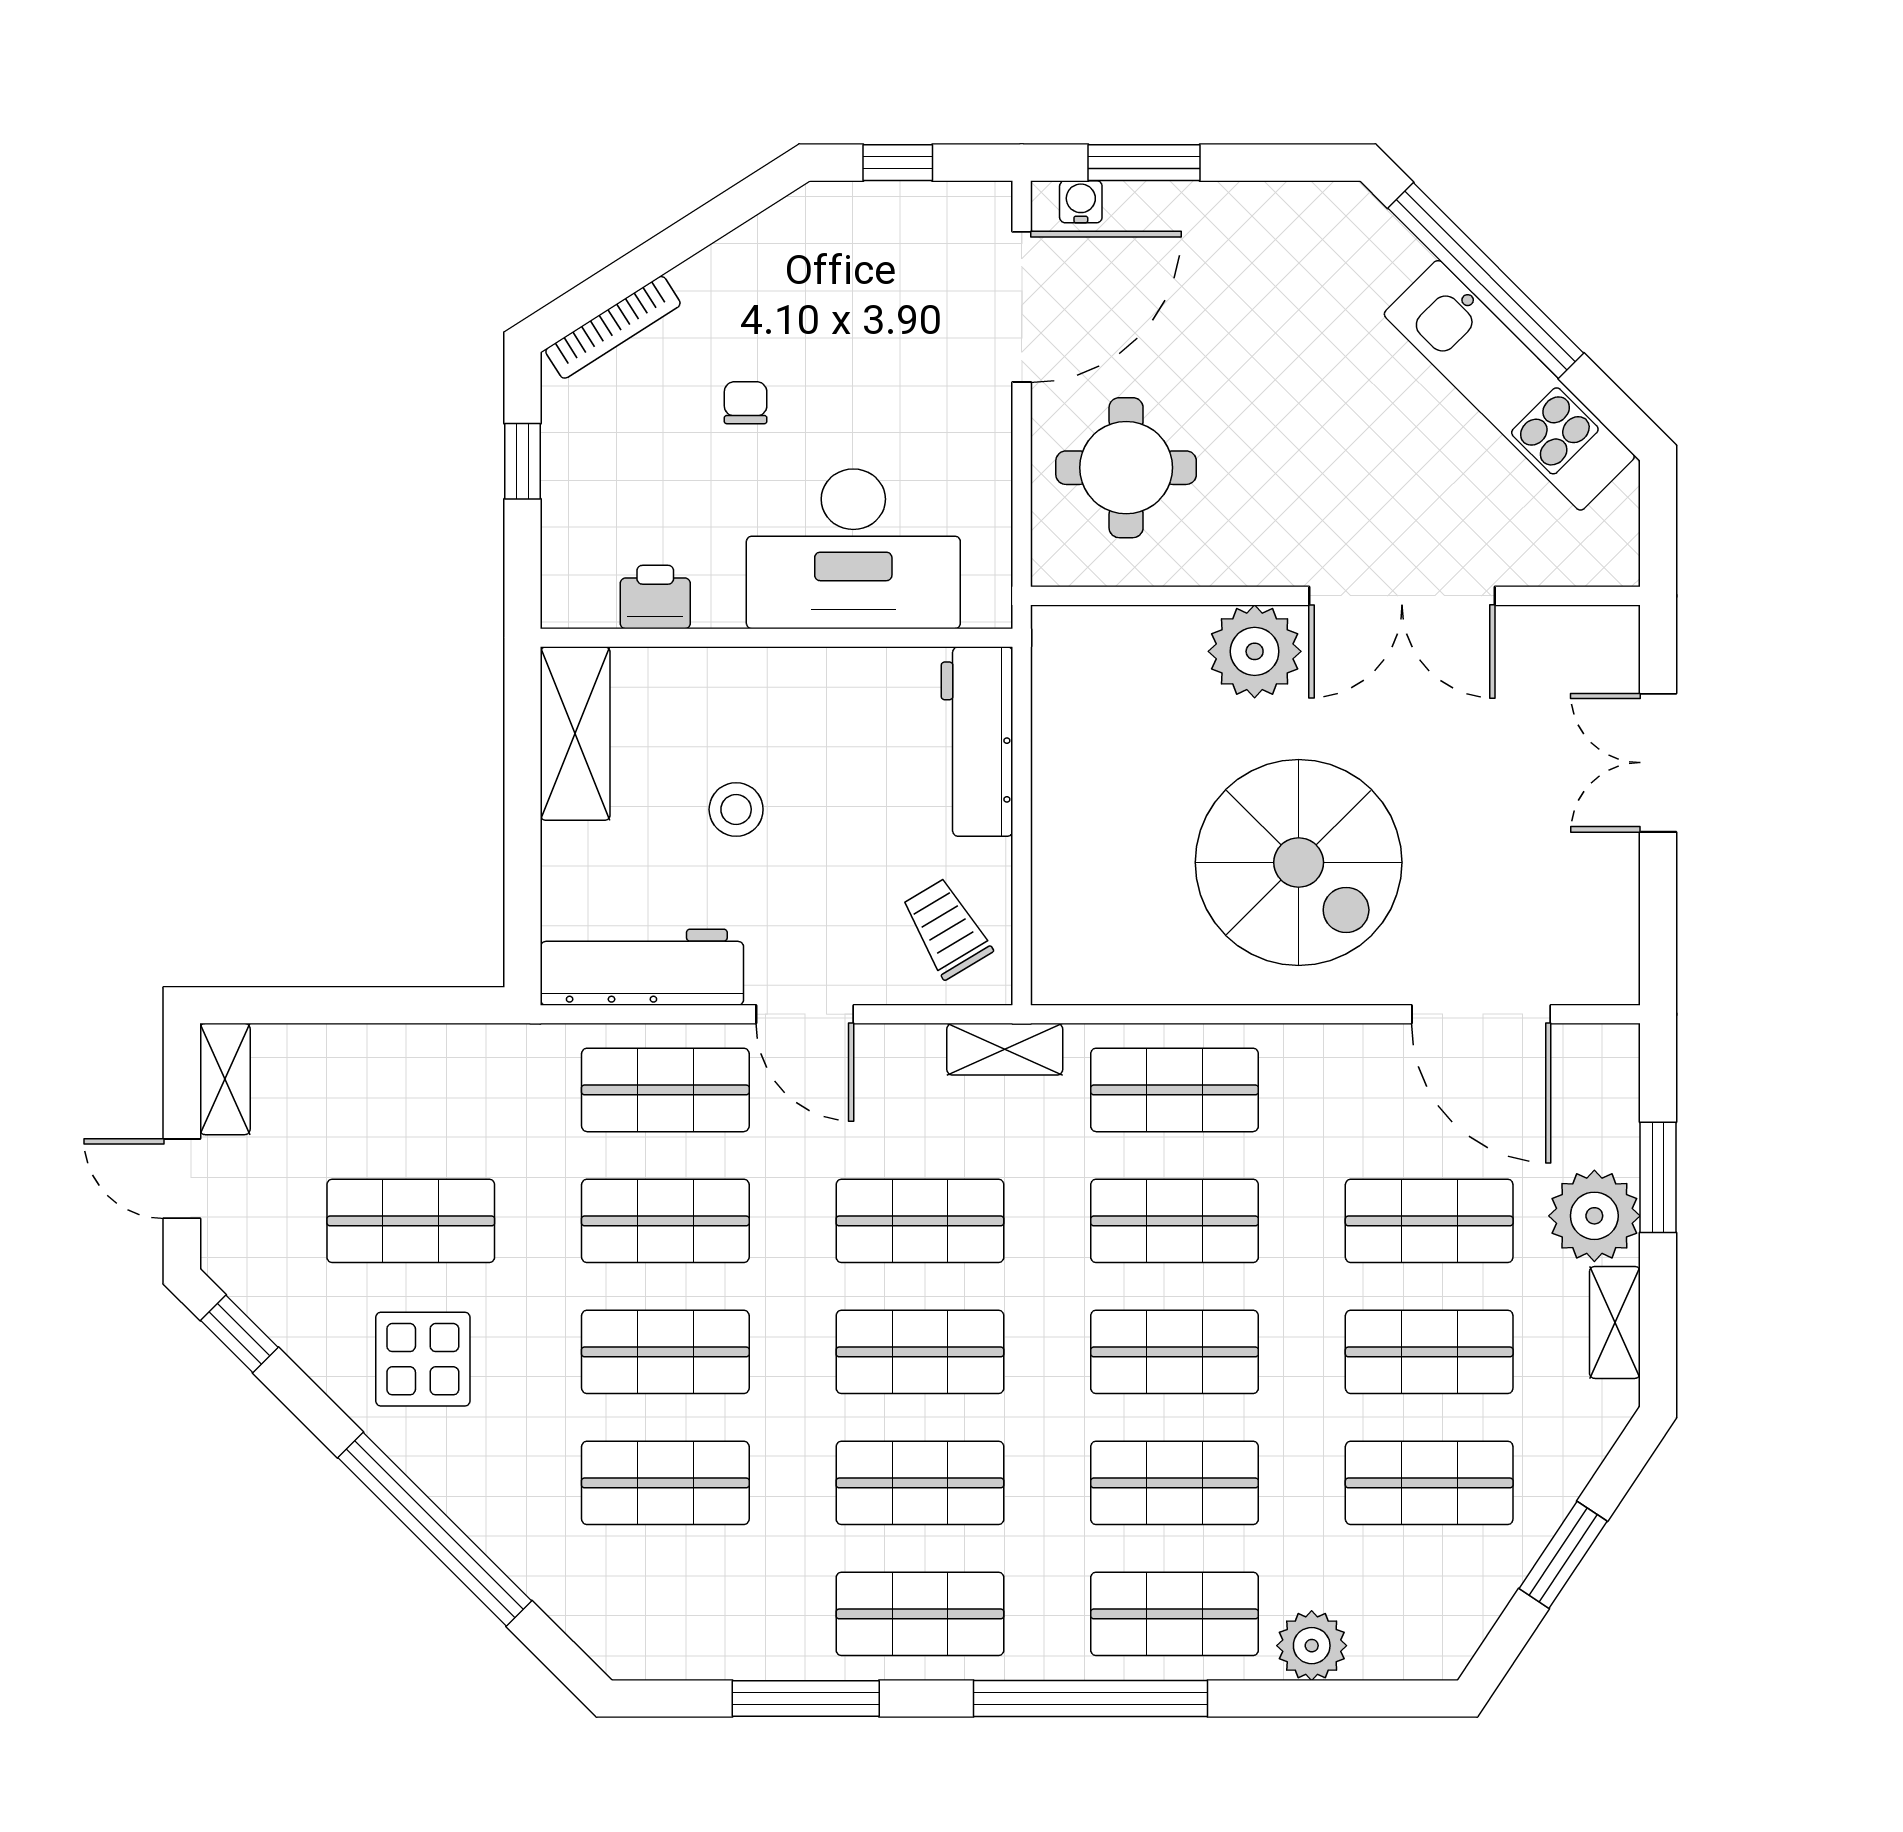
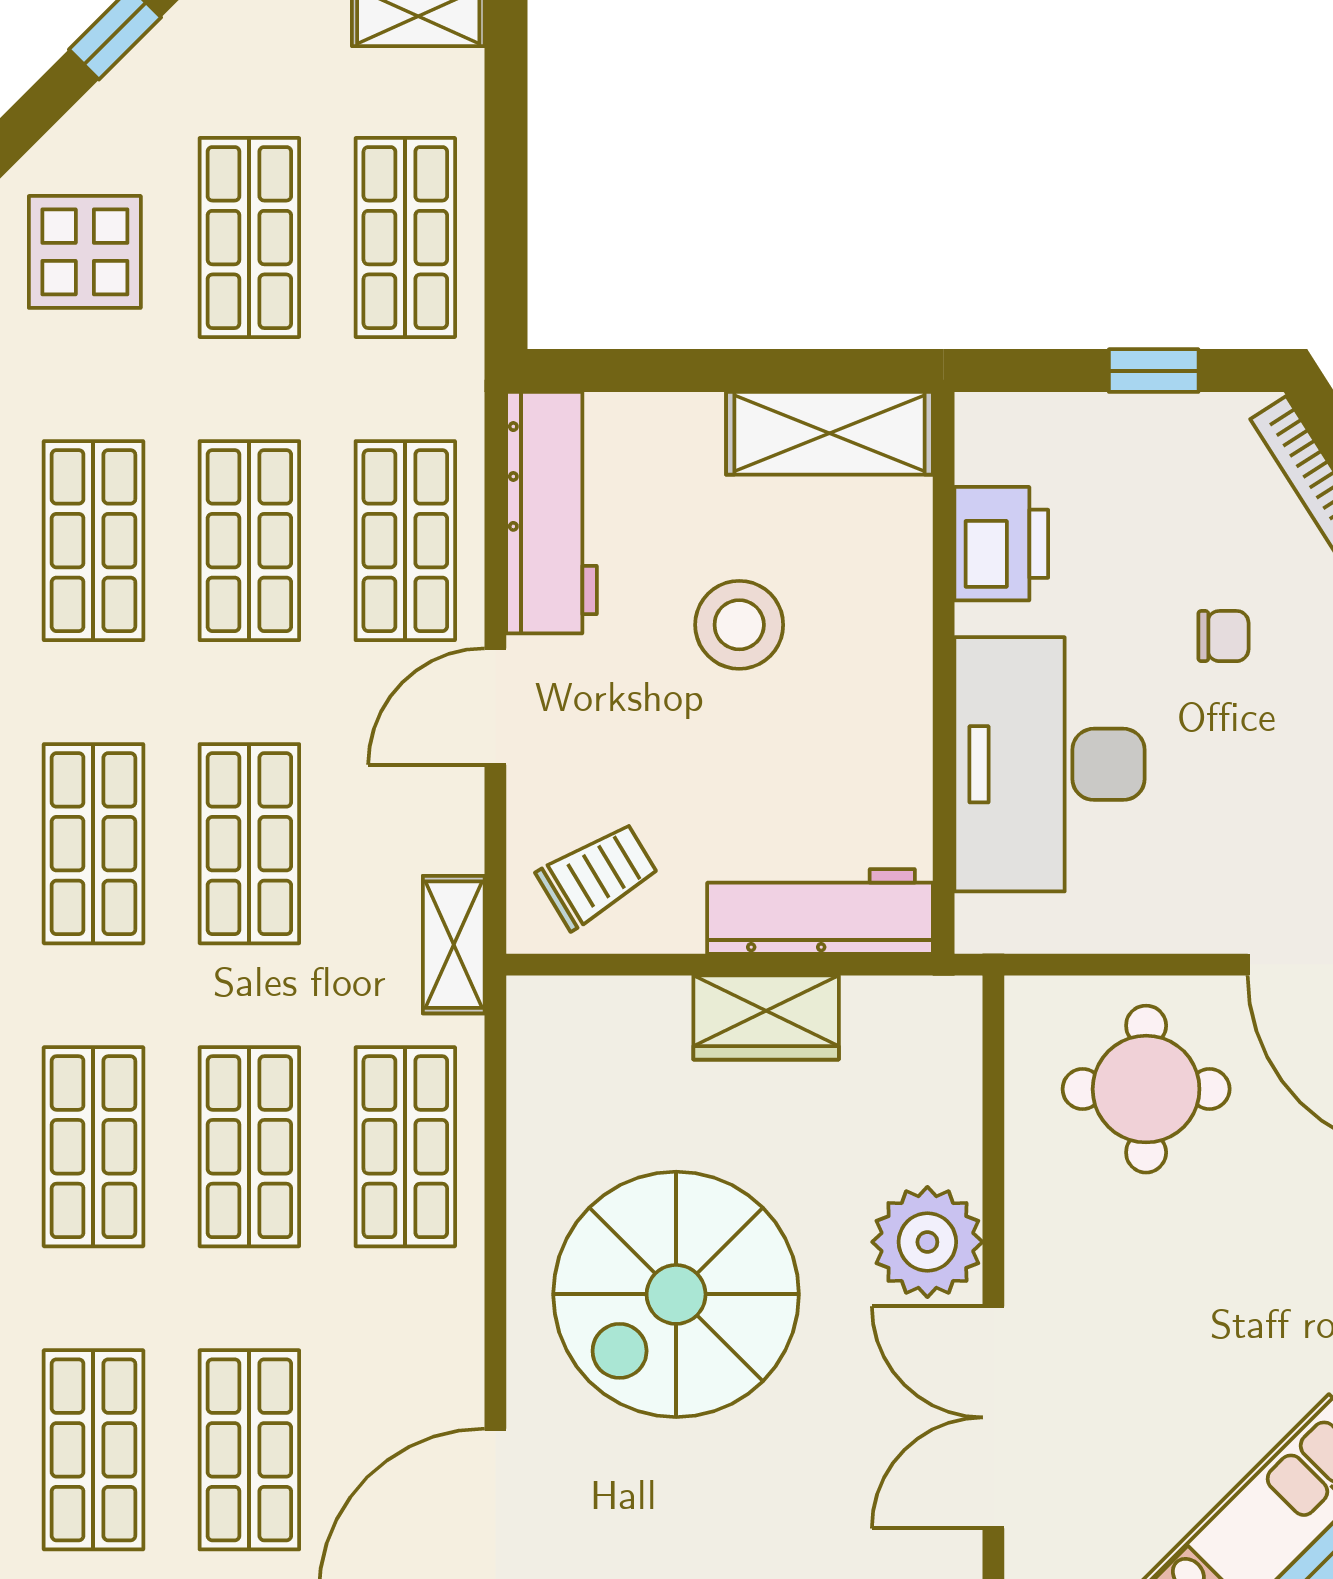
printer: (655, 597) -> (1001, 544), width x1.36, depth x1.24
wardrobe: (1066, 787) -> (766, 1017), added
stool: (736, 809) -> (739, 625), width x1.38, depth x1.38
shop shelf: (411, 1090) -> (405, 238), added

